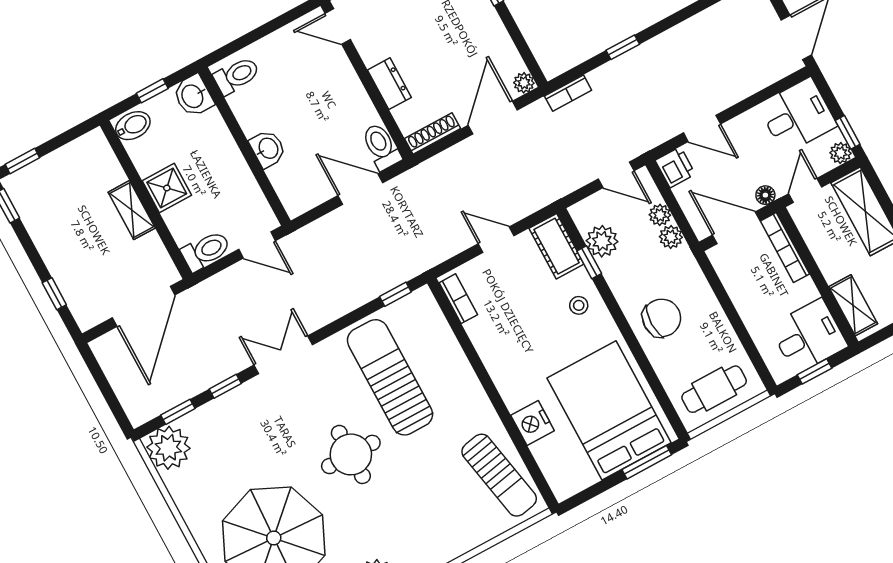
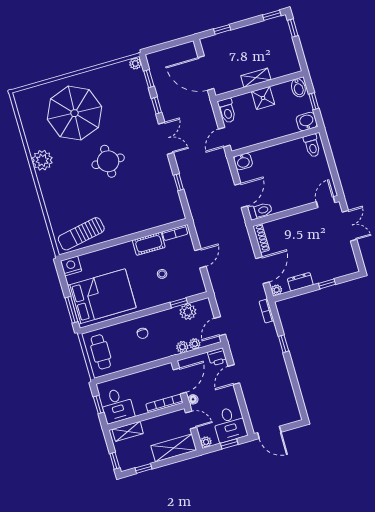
dresser: (389, 84) -> (300, 282), moved, turned 180
door: (493, 118) -> (262, 270), hinge flipped
window: (848, 132) -> (229, 444), moved
washbasin: (268, 149) -> (243, 161), moved
cot: (556, 246) -> (149, 244), moved
window: (395, 294) -> (179, 182), moved
stool: (579, 305) -> (162, 274), moved
chair: (662, 318) -> (143, 333), width x0.54, depth x0.54
sun lounger: (390, 377) -> (143, 190), removed
nightstand: (533, 423) -> (71, 266), moved
plant: (168, 448) -> (135, 63), width x0.53, depth x0.53

